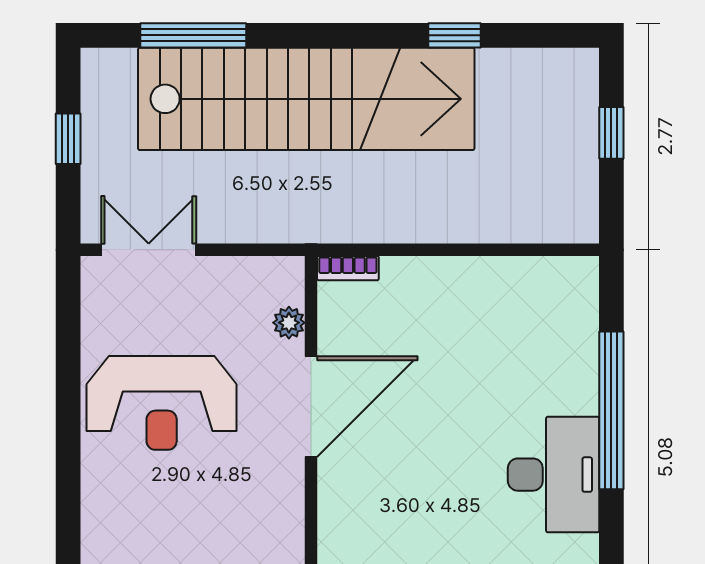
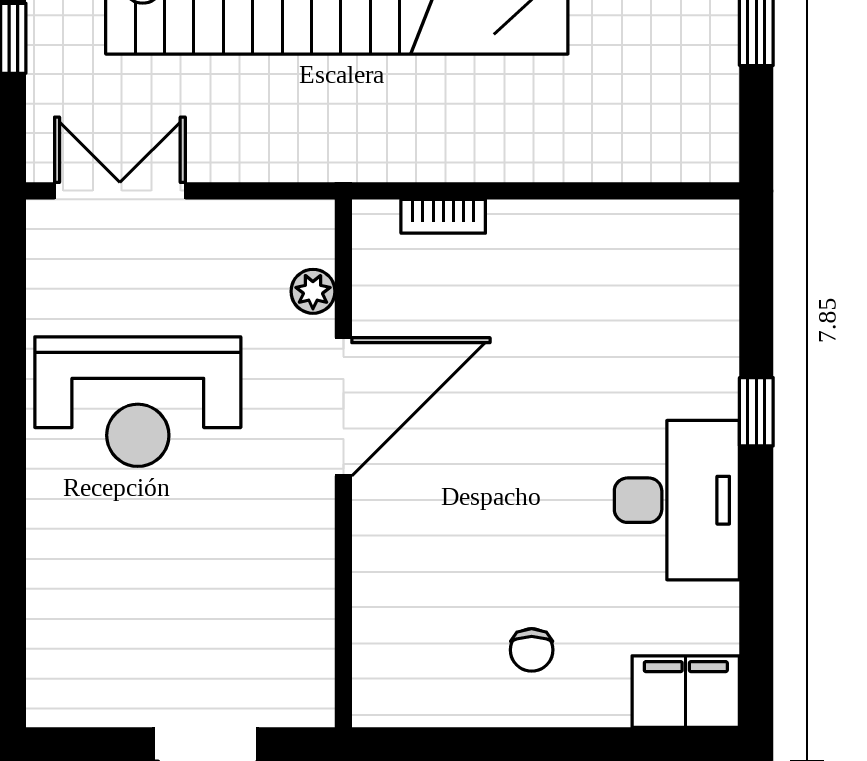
bookcase: (348, 268) -> (443, 216), moved
window: (611, 410) -> (756, 412), width x0.32

